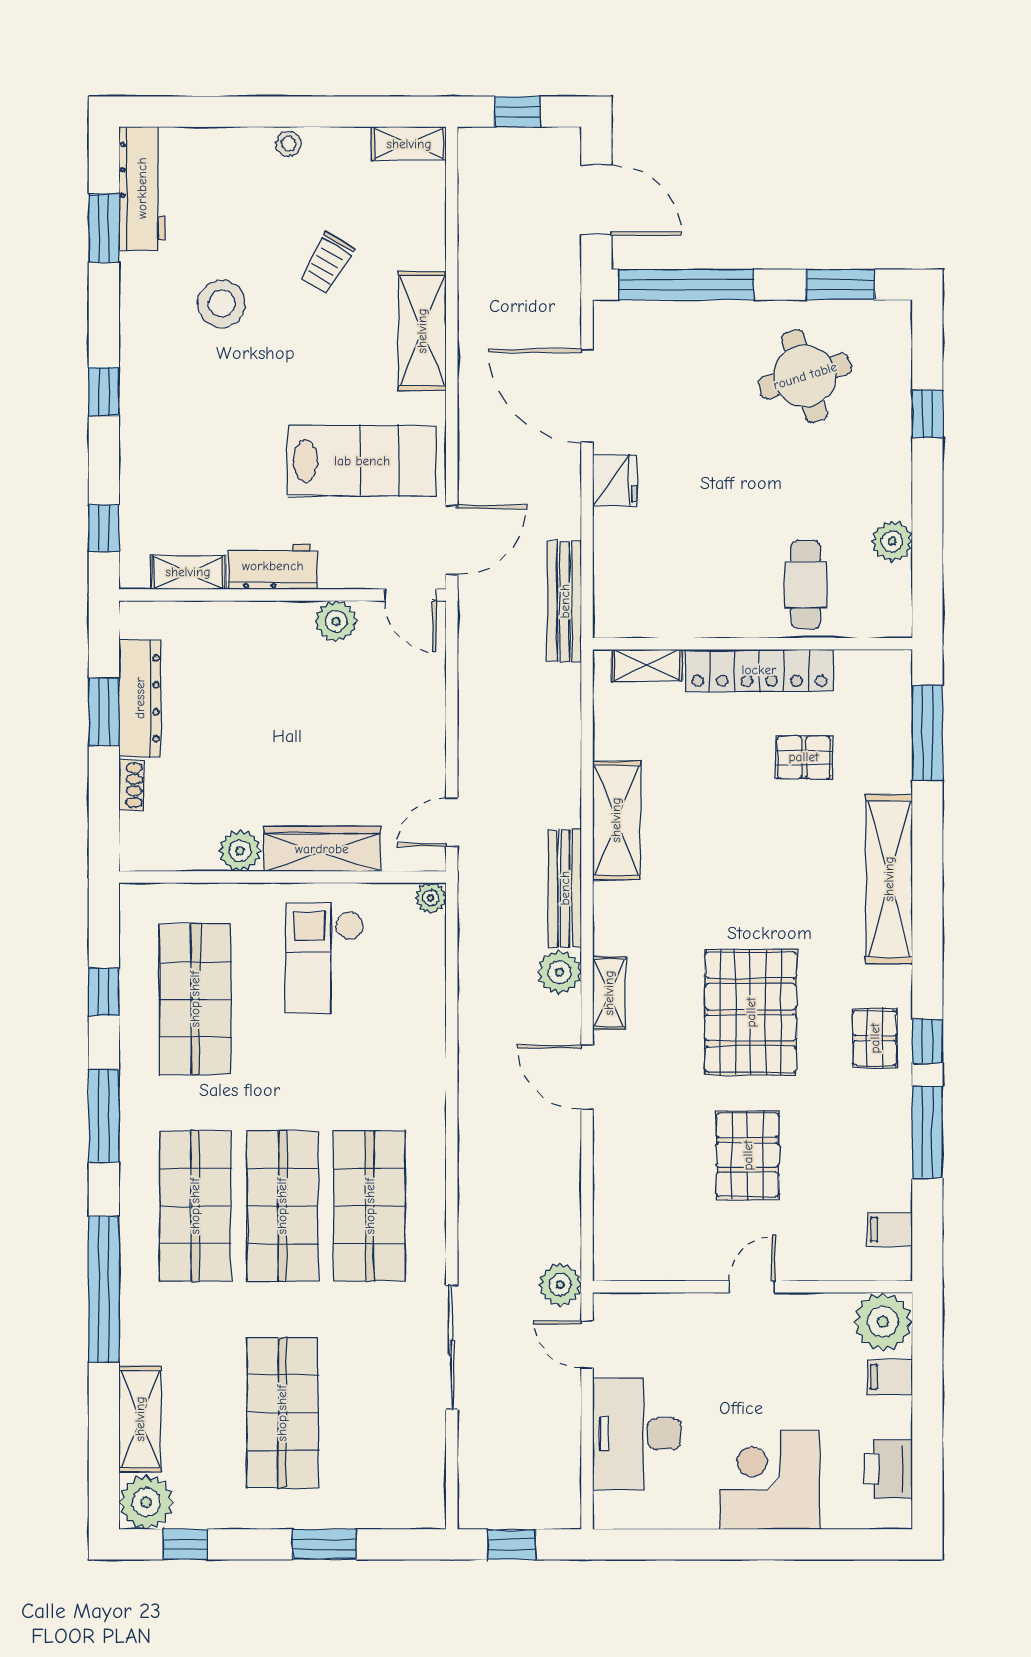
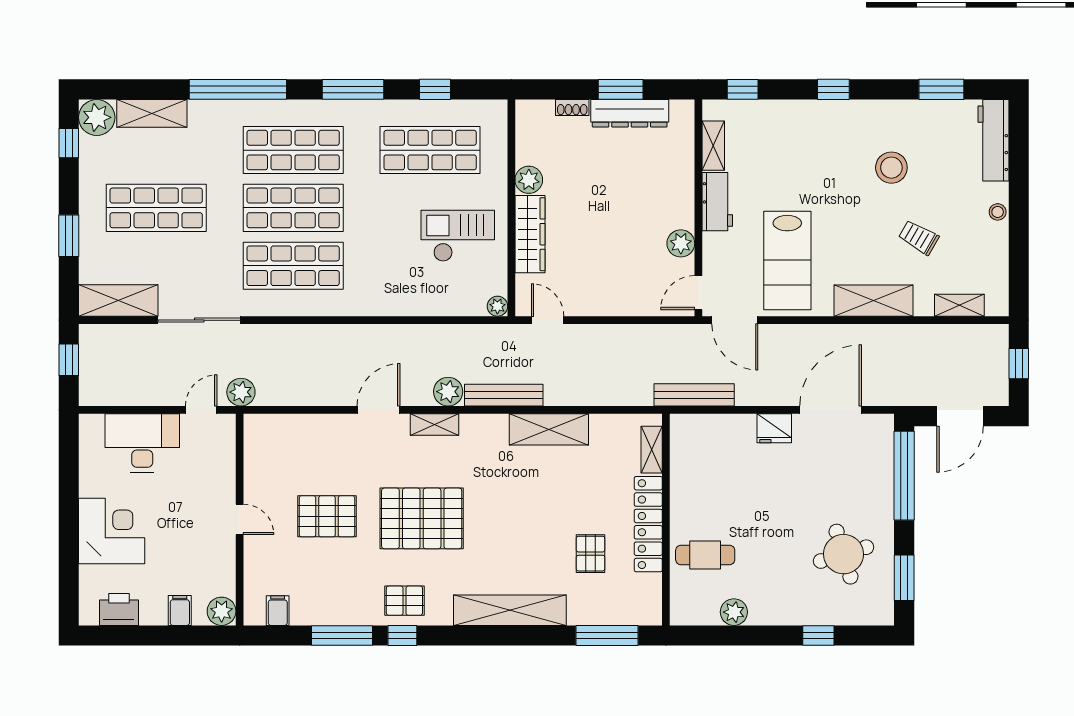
shelving: (409, 144) -> (959, 305), moved, turned 90
workbench: (142, 188) -> (993, 140), moved, turned 90
plant: (883, 1322) -> (222, 611), width x0.73, depth x0.73
shelving: (422, 1470) -> (118, 301), added

